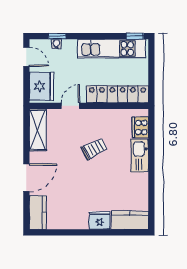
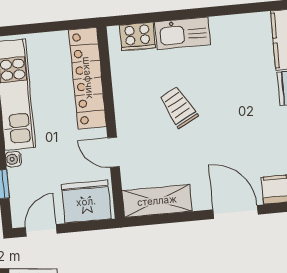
water cooler: (56, 44) -> (13, 159), moved

